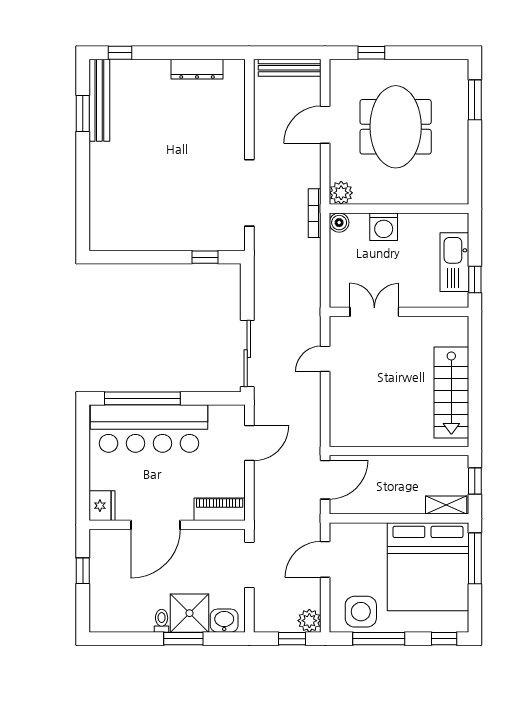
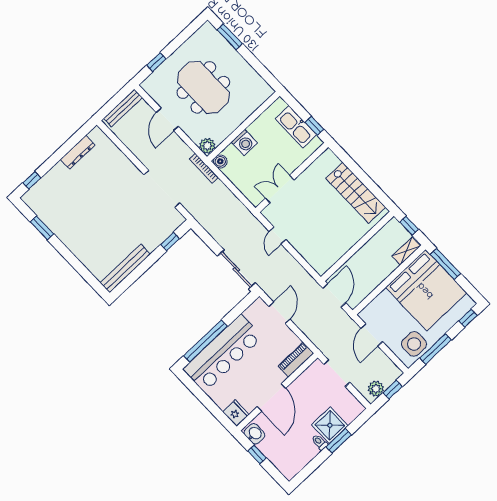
bench: (99, 100) -> (125, 268), moved, turned 90
washbasin: (224, 621) -> (254, 434), moved, turned 90
plant: (309, 621) -> (376, 389), moved

